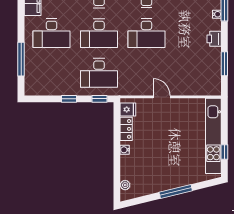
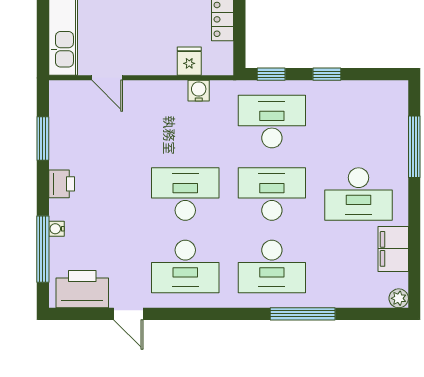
desk: (52, 33) -> (358, 194), turned 180
water cooler: (139, 90) -> (199, 91), added
door: (162, 97) -> (107, 78), moved
fridge: (128, 109) -> (189, 61), moved, turned 90

